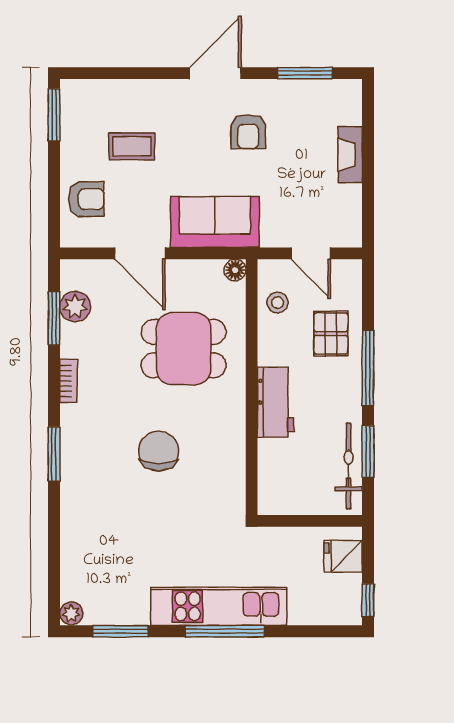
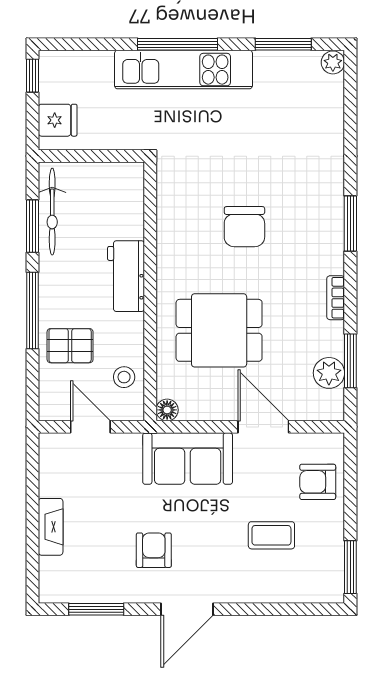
pallet: (331, 334) -> (70, 346), turned 90

